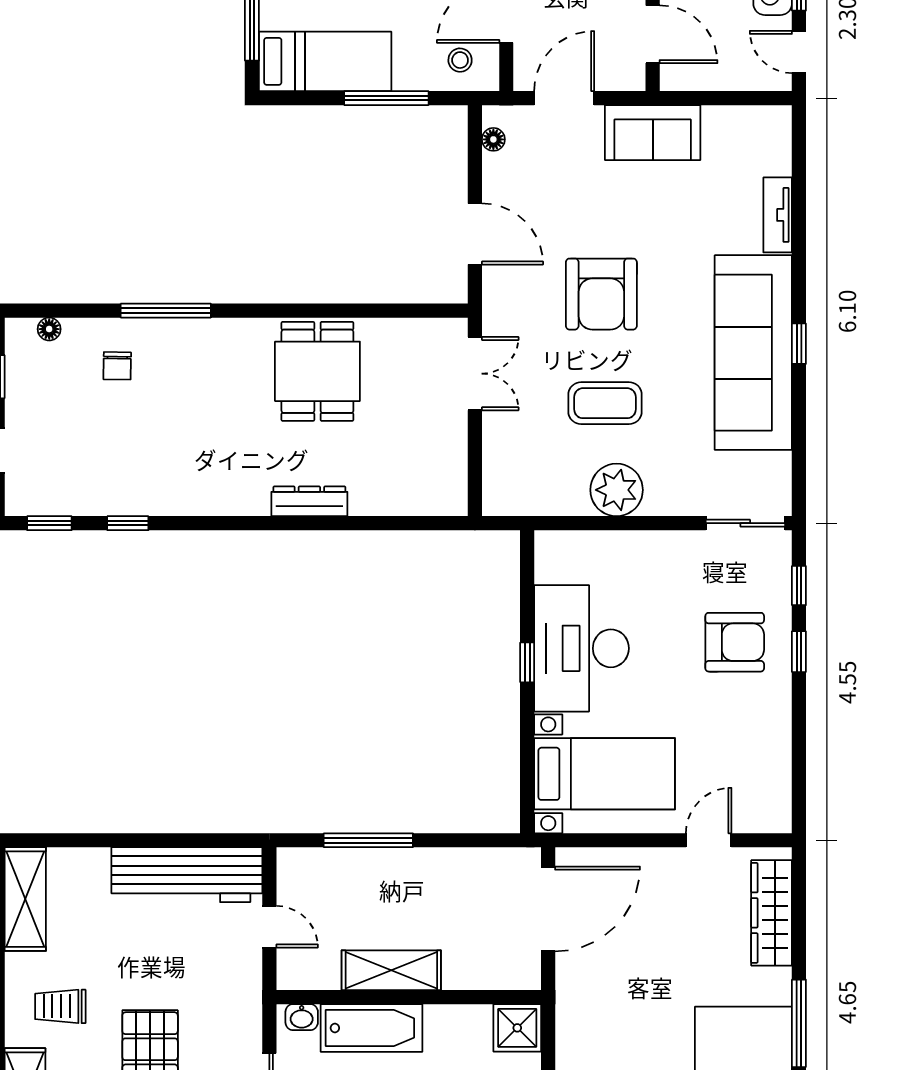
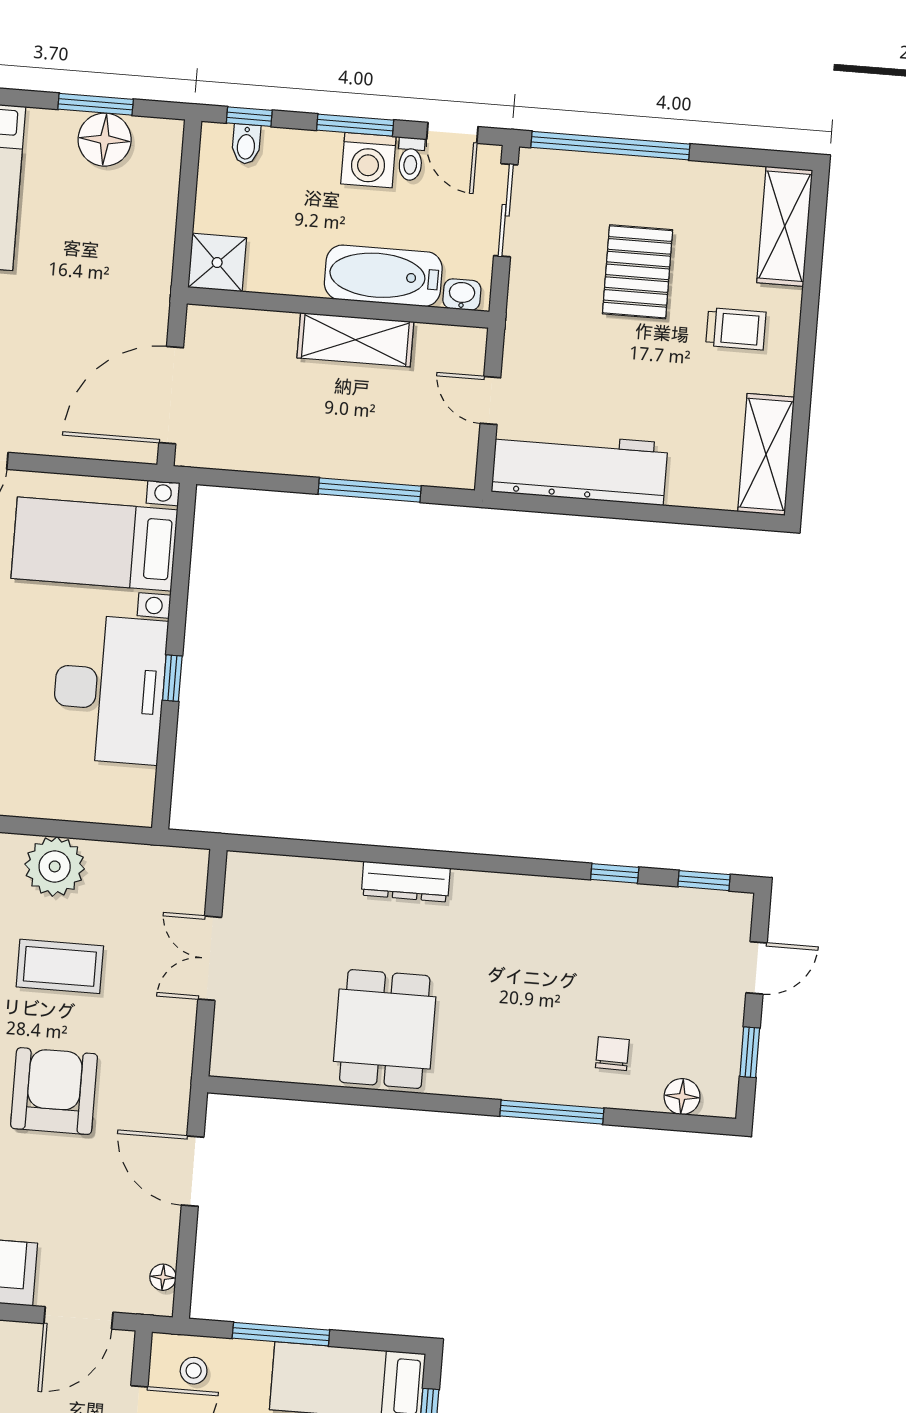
floor lamp: (49, 329) -> (682, 1097), width x1.37, depth x1.37
double door: (475, 374) -> (210, 958), moved

